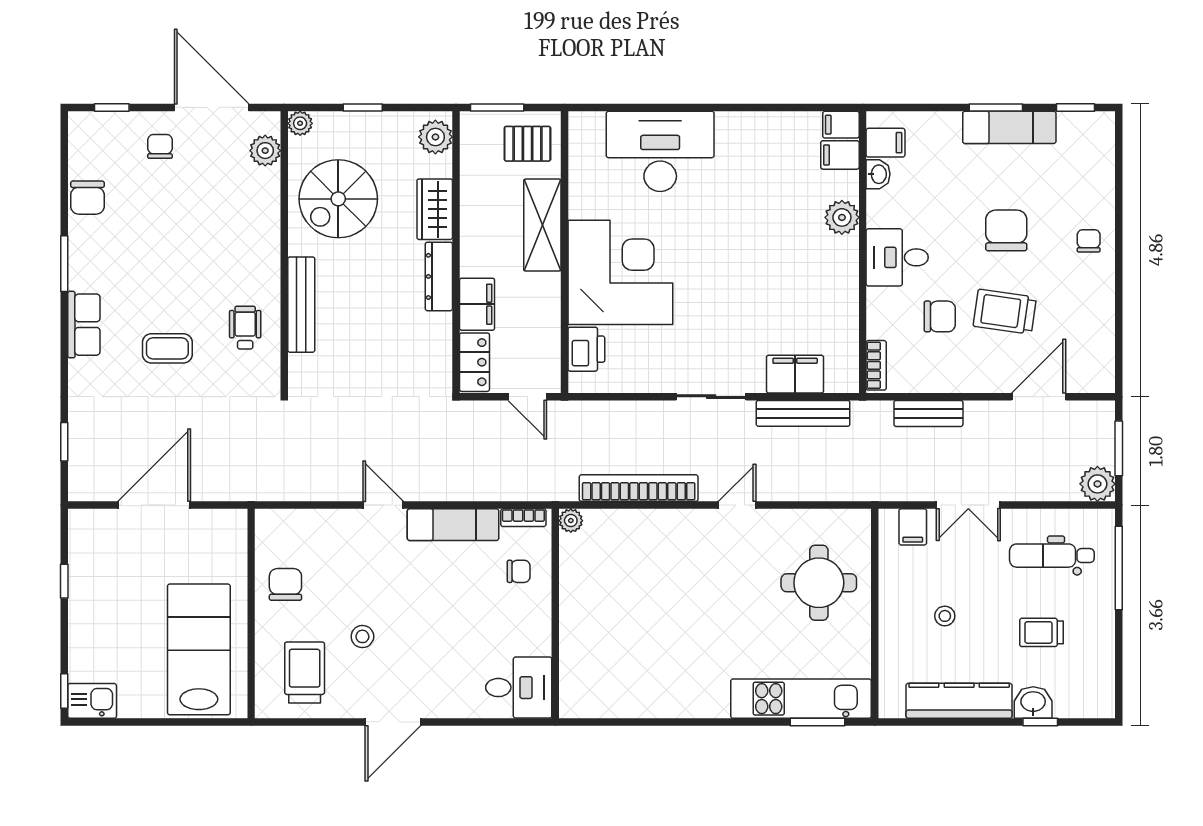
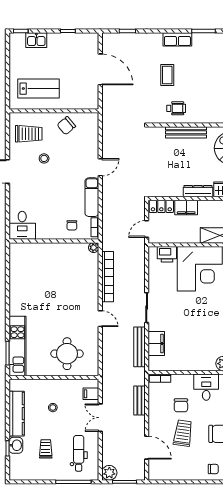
chair: (285, 584) -> (66, 126), turned 140
lab bench: (199, 649) -> (39, 89), width x0.73, depth x0.72
kitchen sink: (92, 701) -> (36, 40), moved, turned 90

